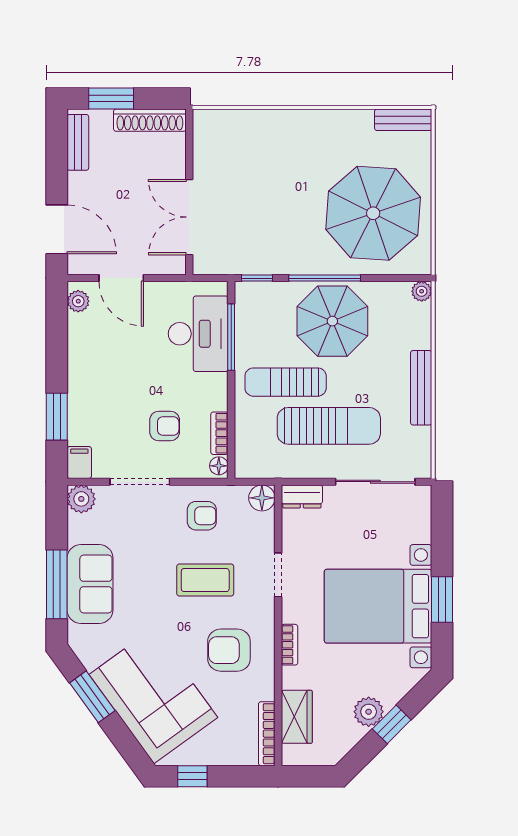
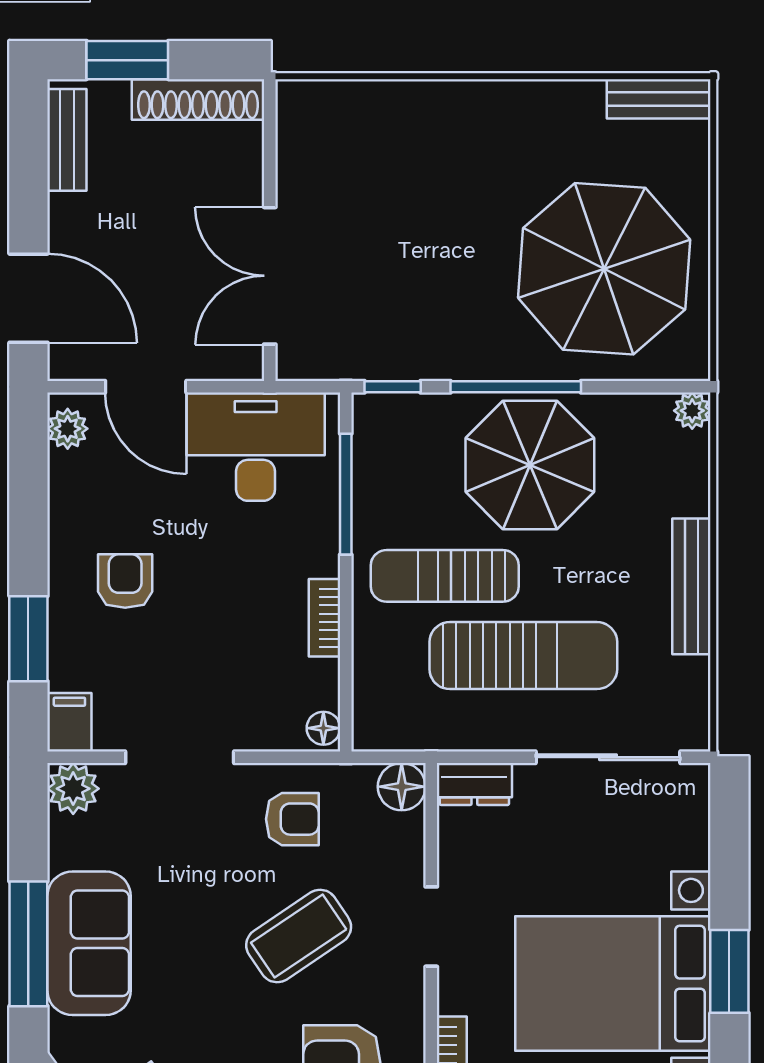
desk: (198, 334) -> (256, 447), moved, turned -90
armchair: (165, 426) -> (125, 581), moved, turned -90
bookcase: (219, 433) -> (324, 618), moved
coffee table: (205, 580) -> (299, 936), turned -34

